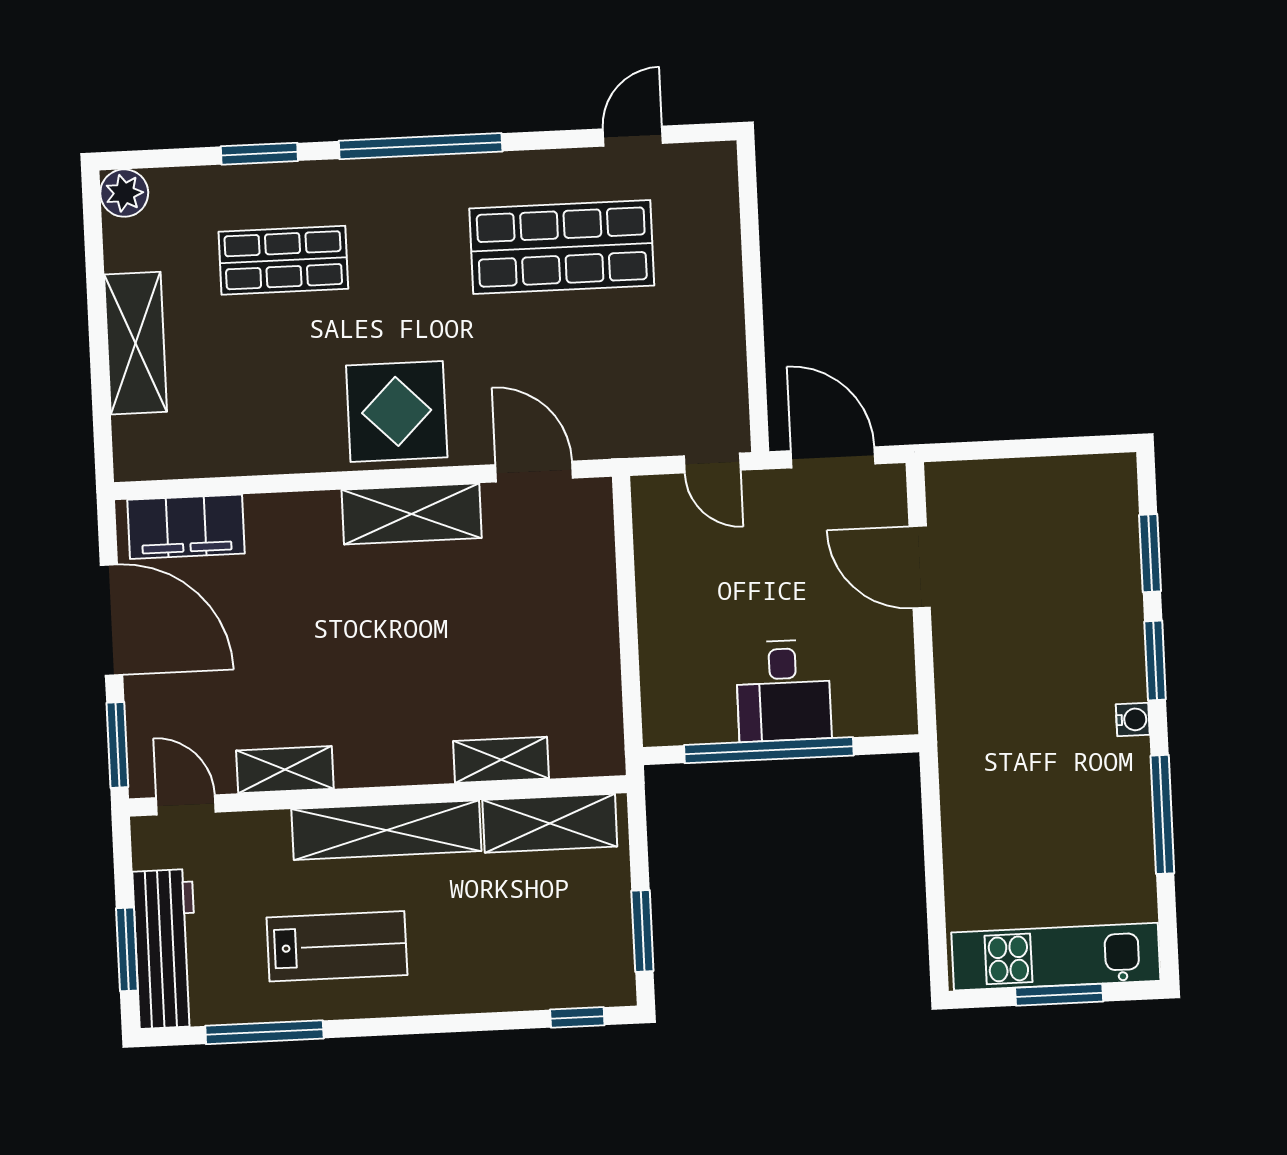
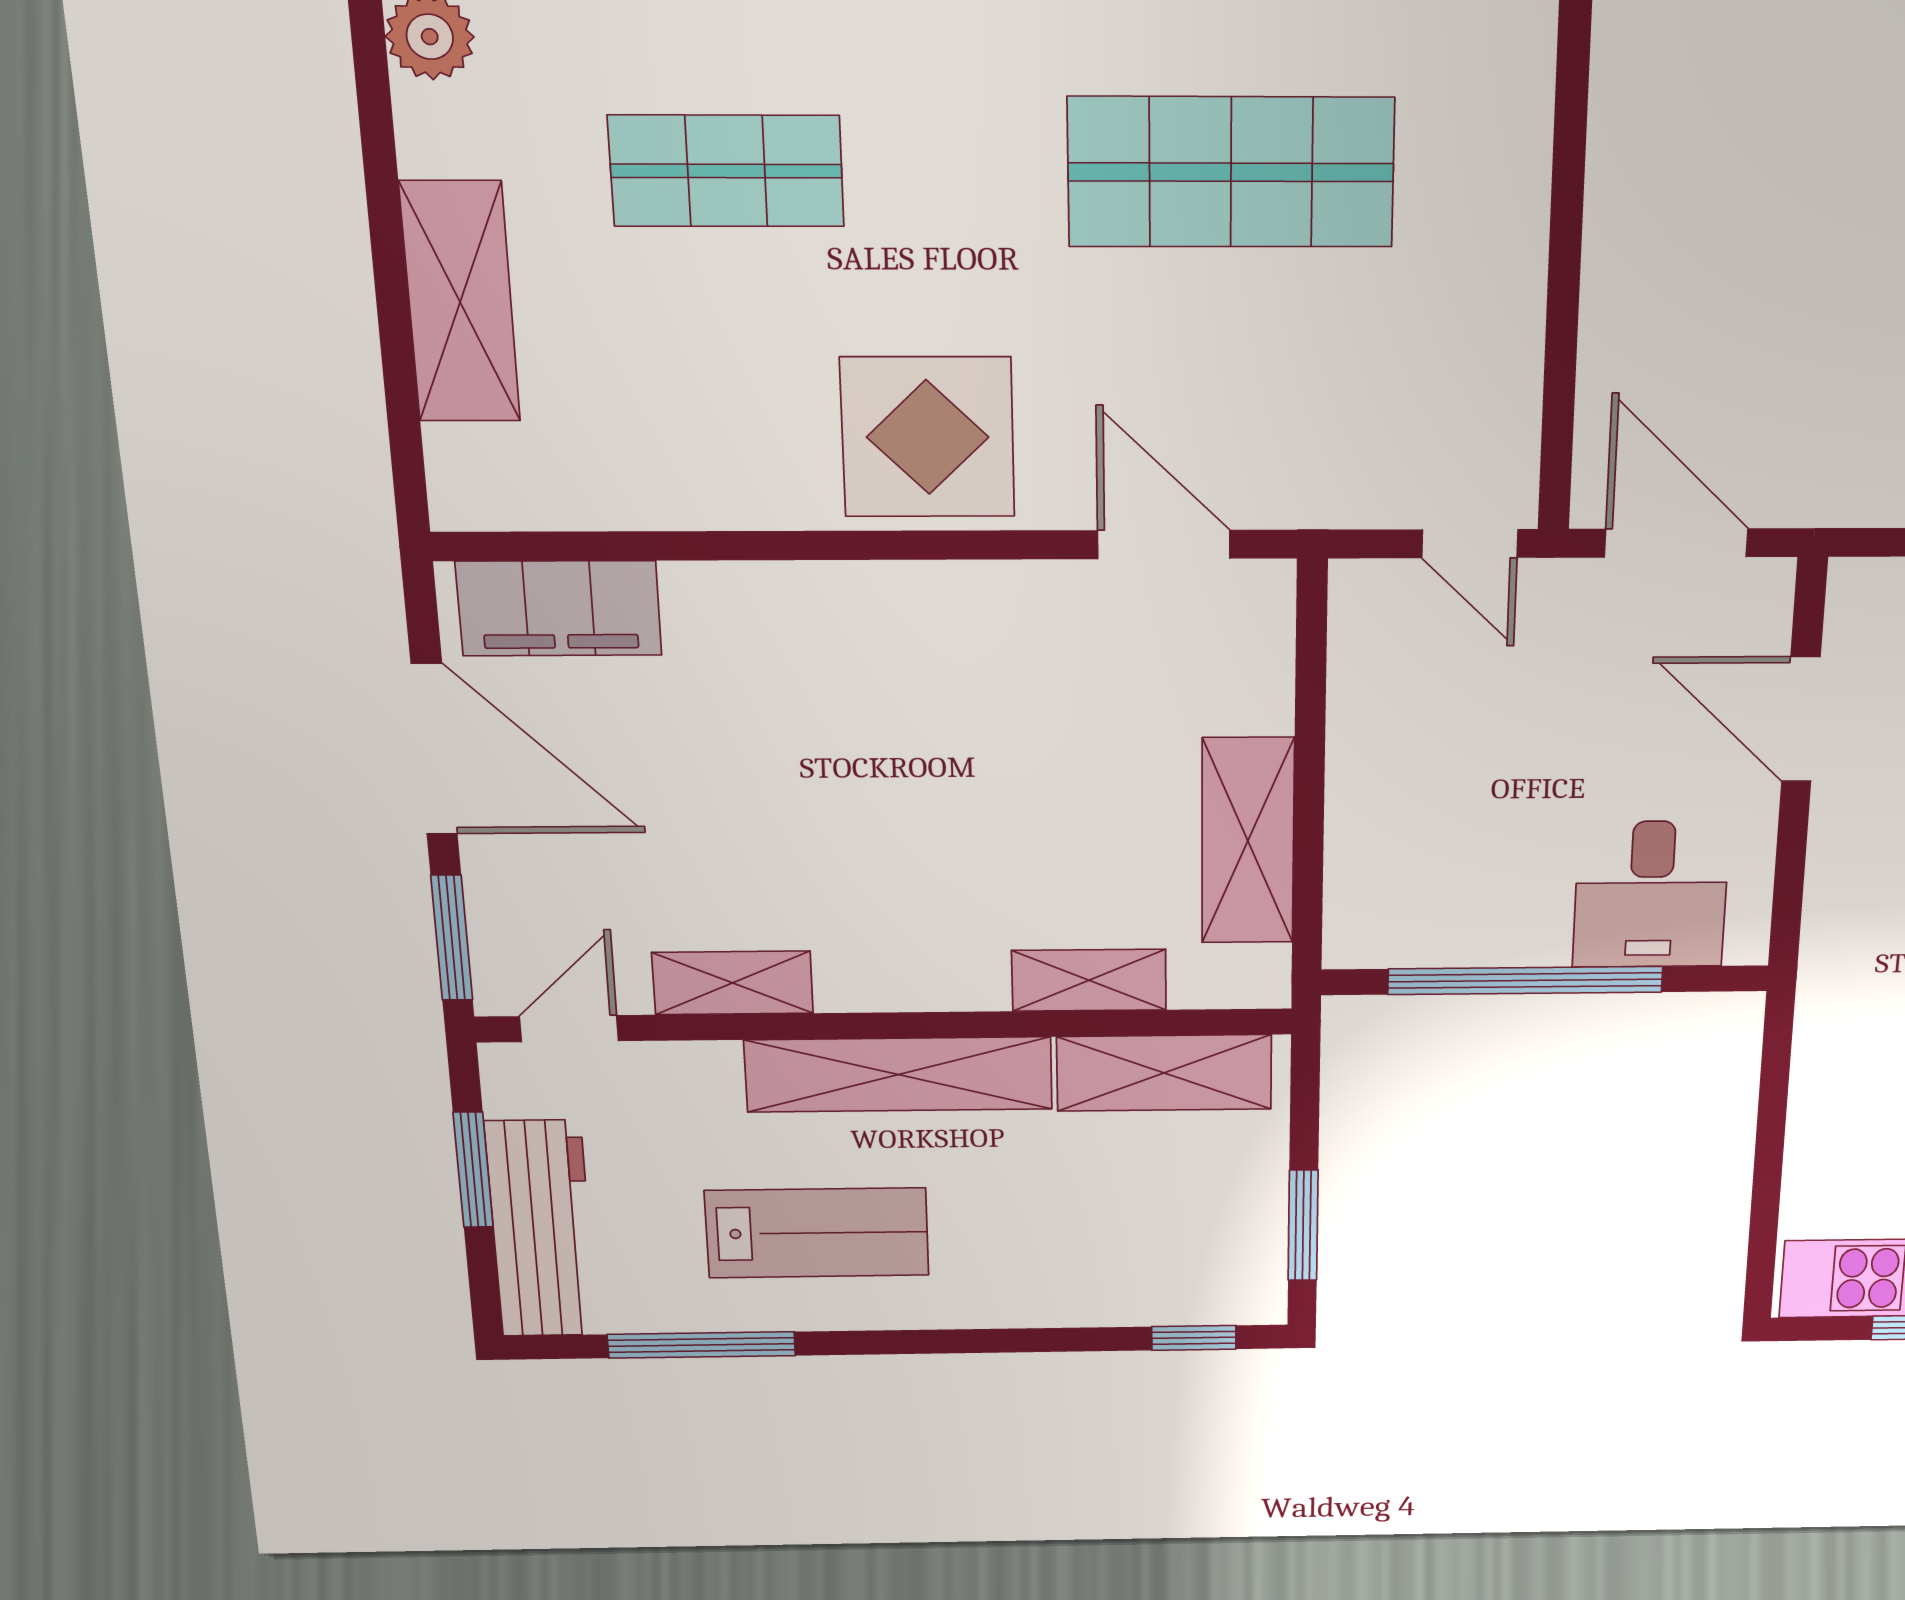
shelving: (412, 514) -> (1248, 841), moved, turned 90
desk: (783, 691) -> (1651, 894), moved
door: (186, 805) -> (569, 1029), hinge flipped
window: (127, 949) -> (473, 1170), moved

